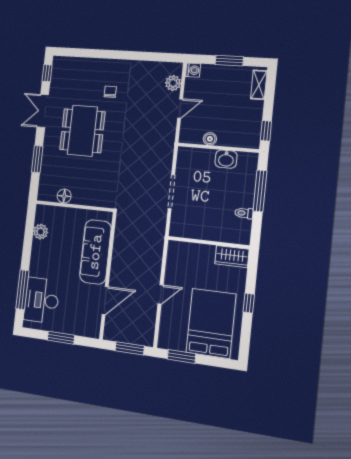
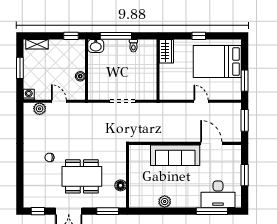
washbasin: (226, 159) -> (96, 46), moved, turned 90
floor lamp: (64, 196) -> (121, 185), moved
wall: (74, 206) -> (128, 176), moved

